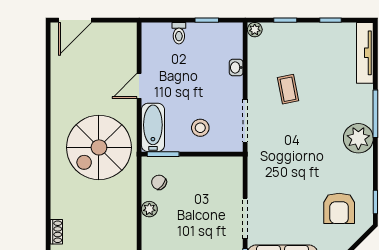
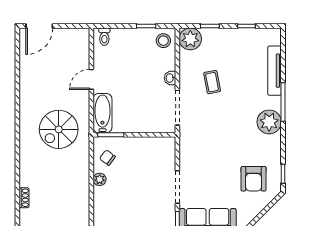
plant: (255, 30) -> (190, 39), width x1.88, depth x1.88
toilet: (179, 33) -> (104, 37), moved
tv unit: (365, 53) -> (275, 71), moved
washbasin: (236, 68) -> (170, 78), moved
stool: (200, 128) -> (163, 41), moved
spiral stairs: (99, 147) -> (59, 129), width x0.73, depth x0.73

